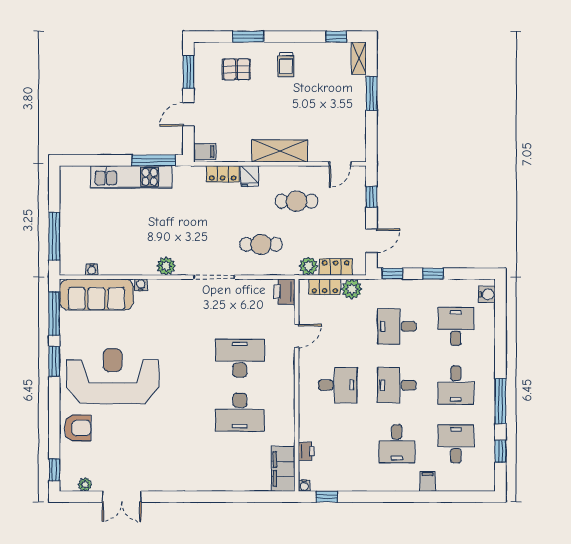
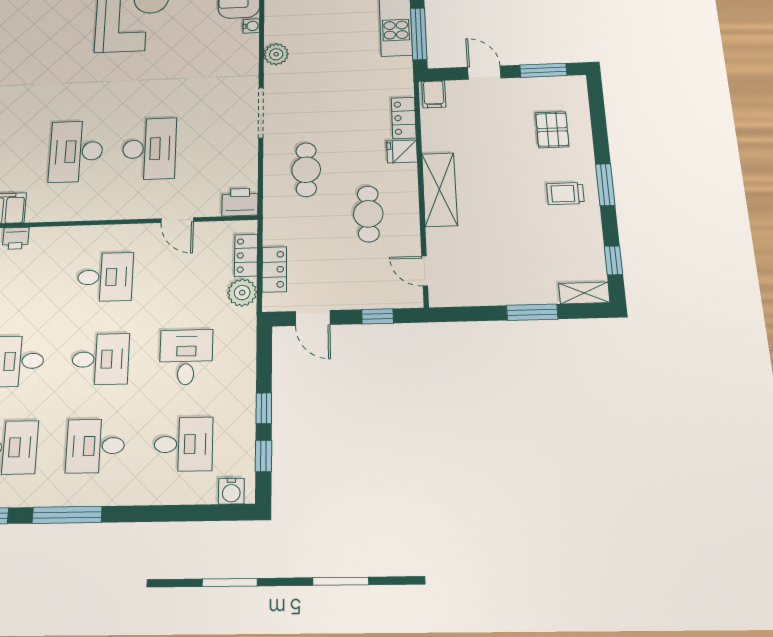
window: (248, 37) -> (605, 185), moved
plant: (308, 266) -> (276, 233), removed
window: (392, 274) -> (263, 456), moved
desk: (338, 385) -> (105, 277), turned -90
desk: (397, 385) -> (100, 359), turned 90

